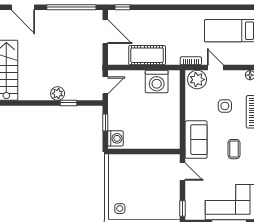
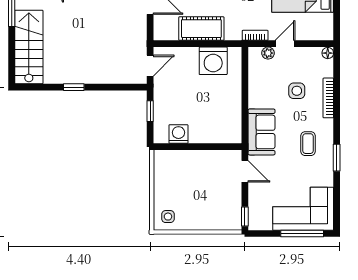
door: (215, 68) -> (285, 44), hinge flipped
plant: (197, 80) -> (268, 53), width x0.53, depth x0.53
plant: (58, 93) -> (92, 75), removed
window: (69, 103) -> (74, 87), moved
washing machine: (115, 138) -> (178, 134), moved, turned -90

